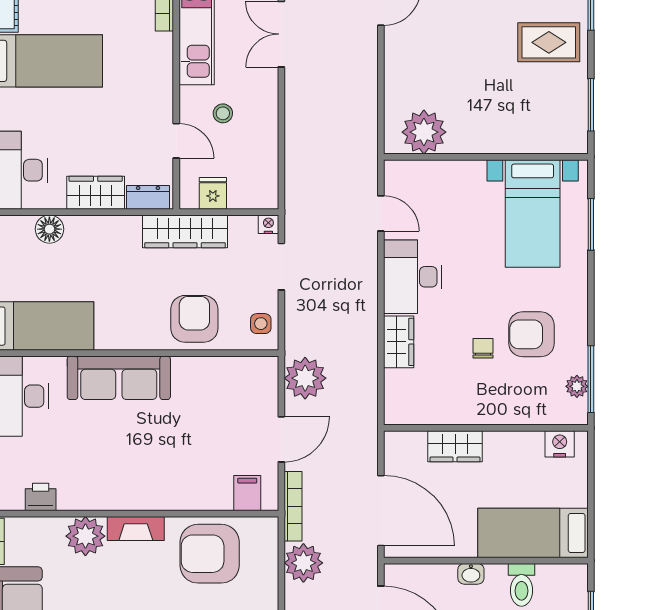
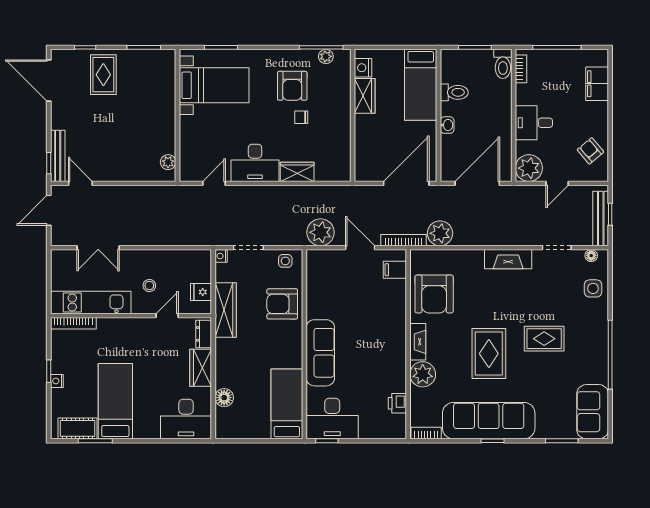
plant: (424, 132) -> (168, 162), width x0.53, depth x0.53
wardrobe: (455, 446) -> (365, 96), moved

